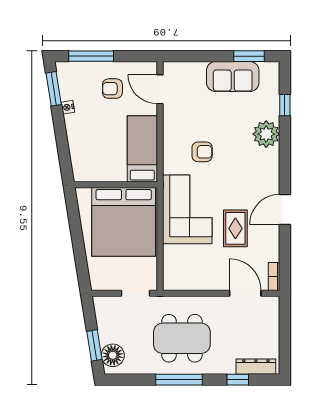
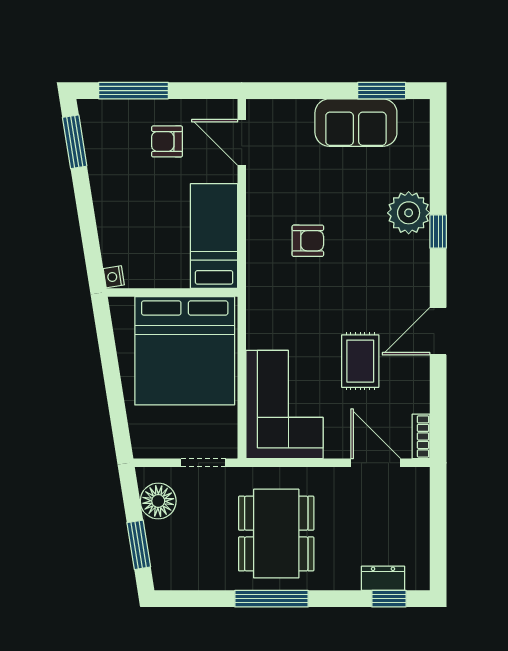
window: (285, 105) -> (438, 231), moved
nightstand: (68, 107) -> (114, 277), moved
corner sofa: (187, 209) -> (284, 404), moved
dining table: (182, 338) -> (276, 534), turned 90
floor lamp: (113, 355) -> (158, 501), moved
dresser: (256, 367) -> (383, 578), width x0.70
window: (238, 380) -> (389, 599), moved

